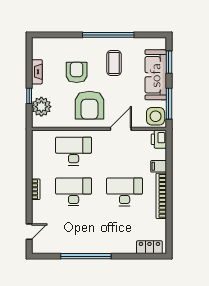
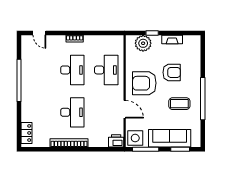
filing cabinet: (159, 166) -> (94, 141), removed

